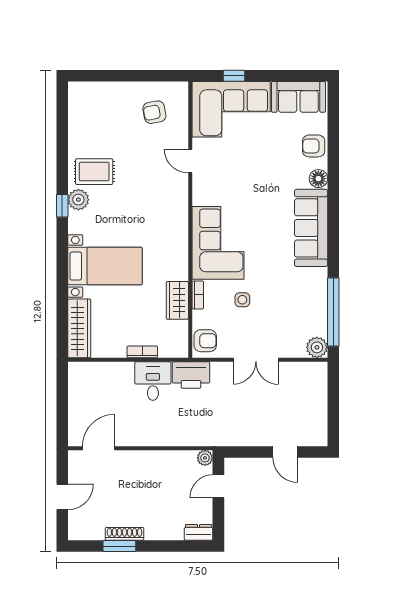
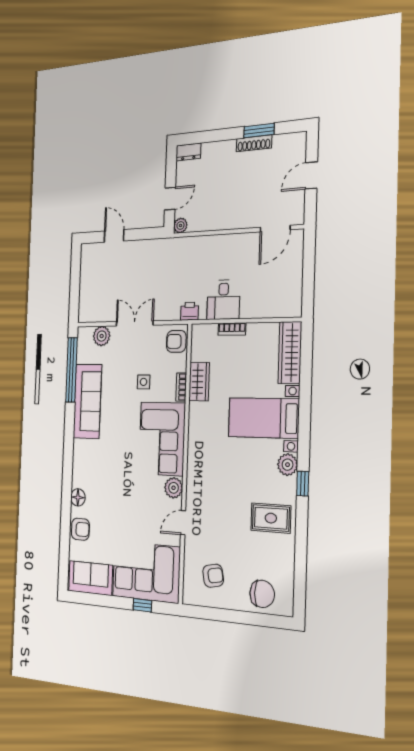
chair: (101, 100) -> (262, 594), added
door: (190, 161) -> (183, 523), swing flipped
plant: (202, 195) -> (174, 488), added
plant: (78, 200) -> (288, 465), moved
sofa: (311, 228) -> (87, 401), moved
plant: (317, 347) -> (102, 336), moved
printer: (191, 375) -> (190, 311), width x0.53, depth x0.68

